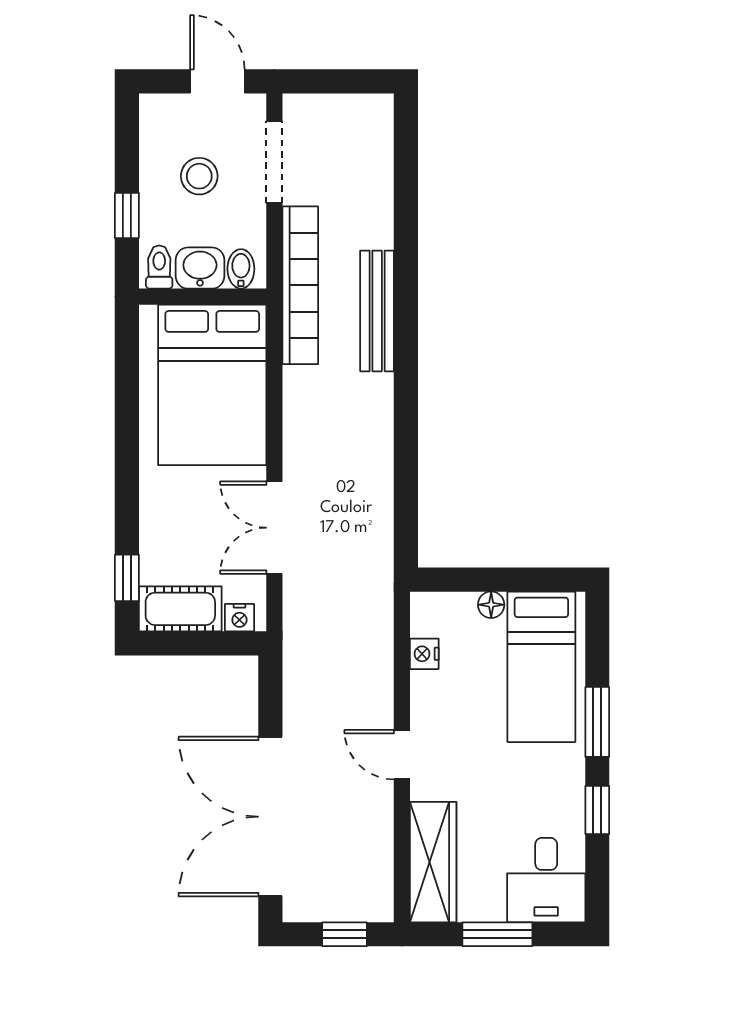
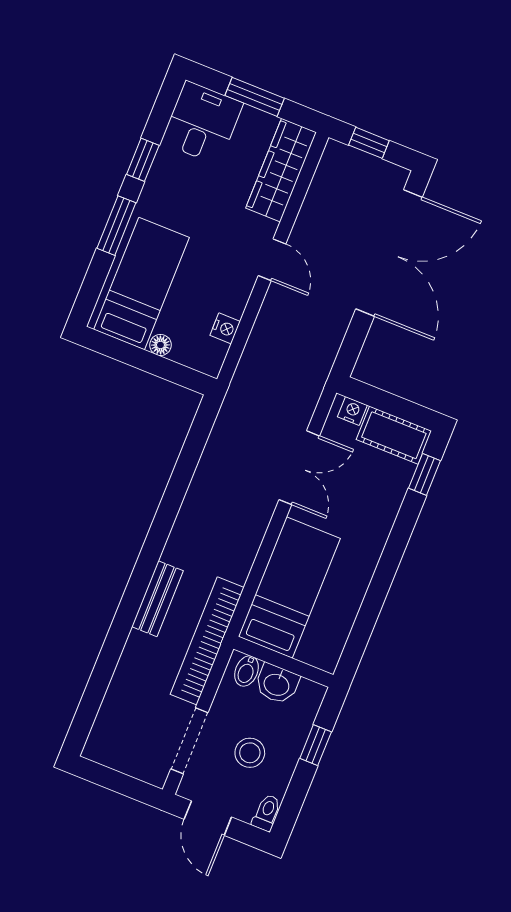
toilet: (159, 267) -> (267, 813), moved, turned 180
bench: (377, 311) -> (157, 599), width x0.73
bed: (212, 385) -> (289, 588), width x0.67

